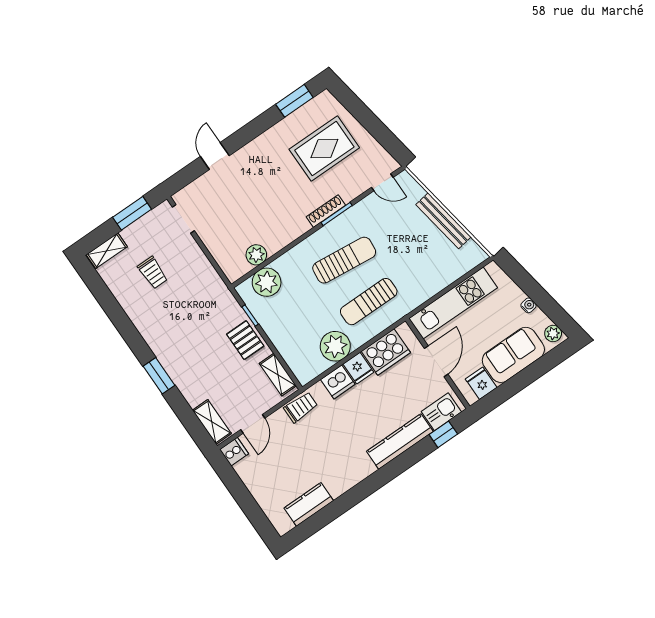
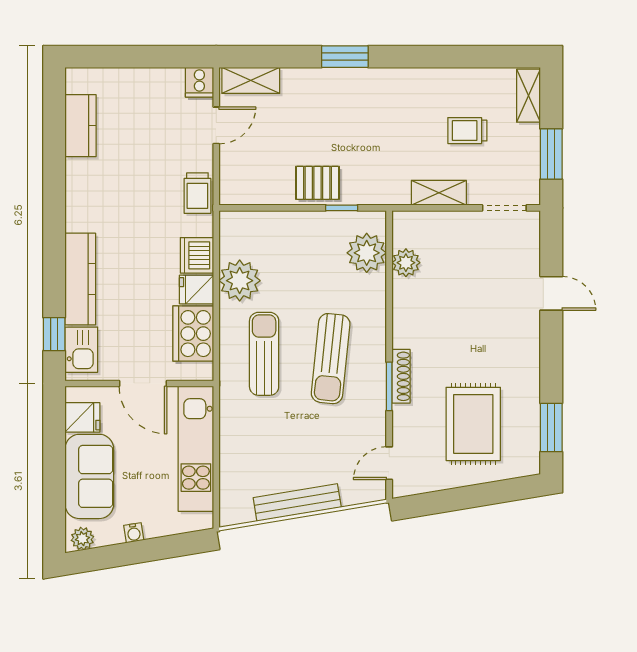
shelving: (278, 375) -> (439, 193), moved
door: (253, 424) -> (216, 125), swing flipped

